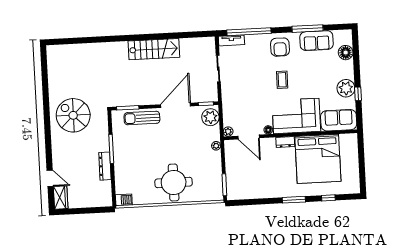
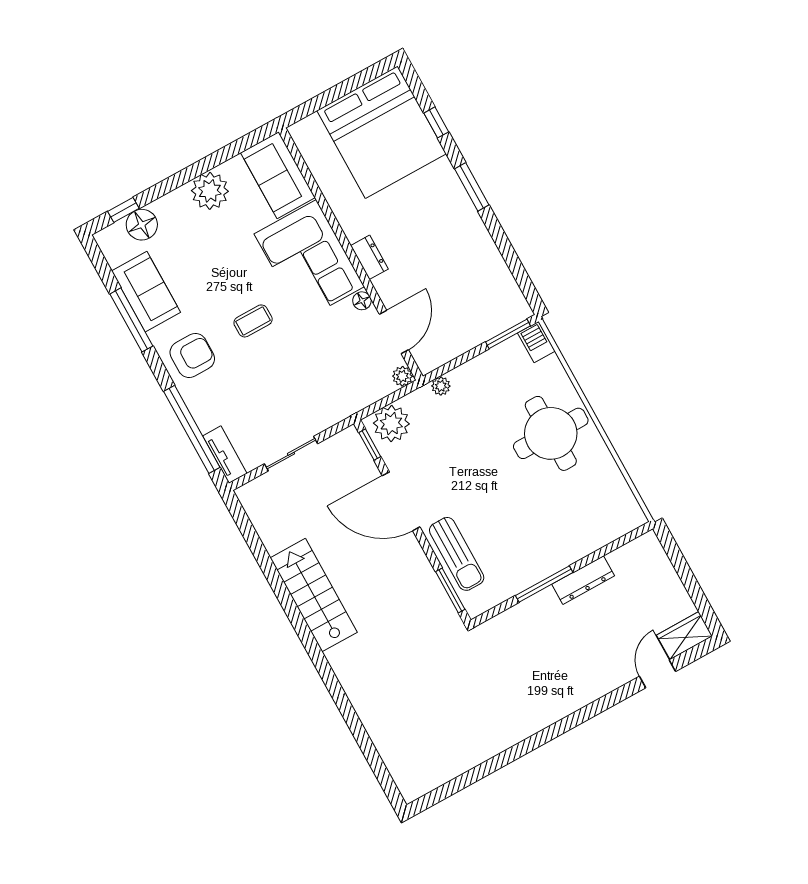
window: (358, 94) -> (123, 210), moved
spiral stairs: (73, 115) -> (515, 688), removed
bed: (318, 159) -> (381, 132), moved, turned 90
barbecue: (124, 200) -> (536, 342), moved

